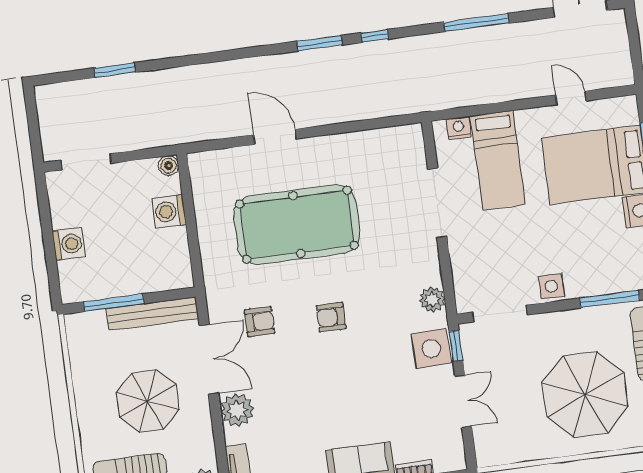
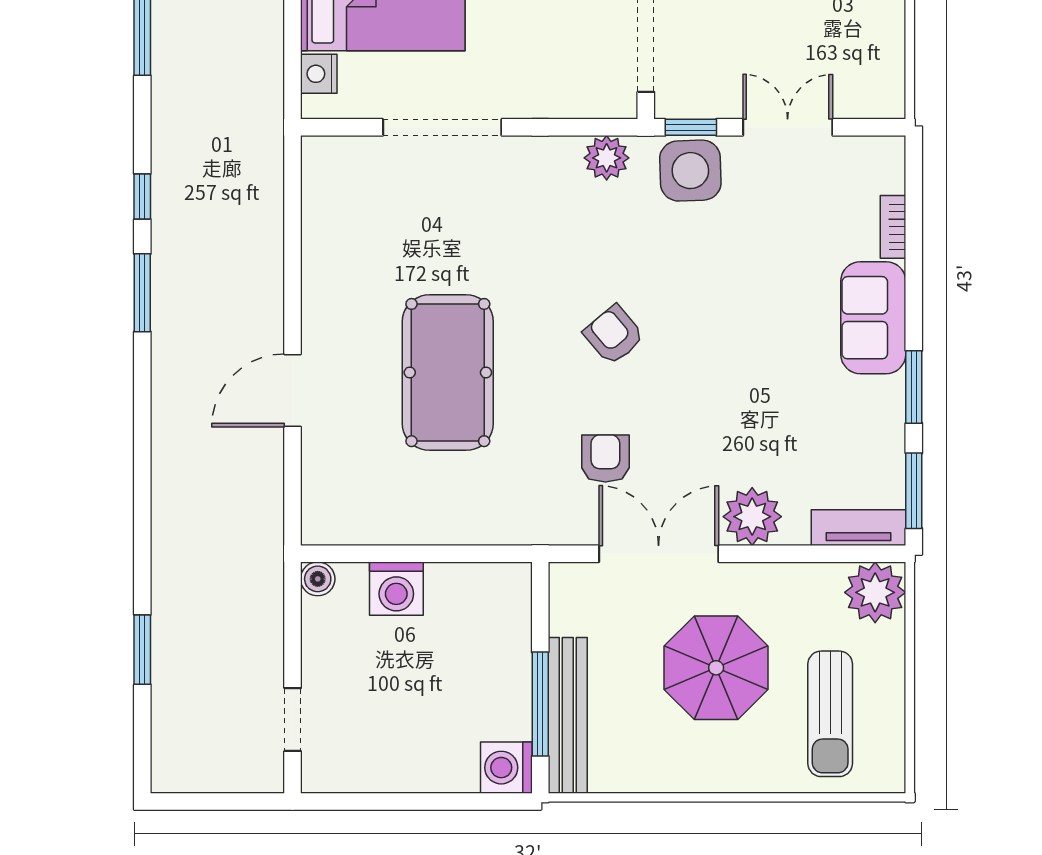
doorway: (86, 162) -> (293, 720), width x0.73
pool table: (297, 225) -> (448, 373), width x0.73, depth x0.76
washing machine: (69, 244) -> (506, 768), moved, turned -90
bench: (153, 314) -> (568, 715), moved
armchair: (331, 317) -> (614, 335), turned 140

